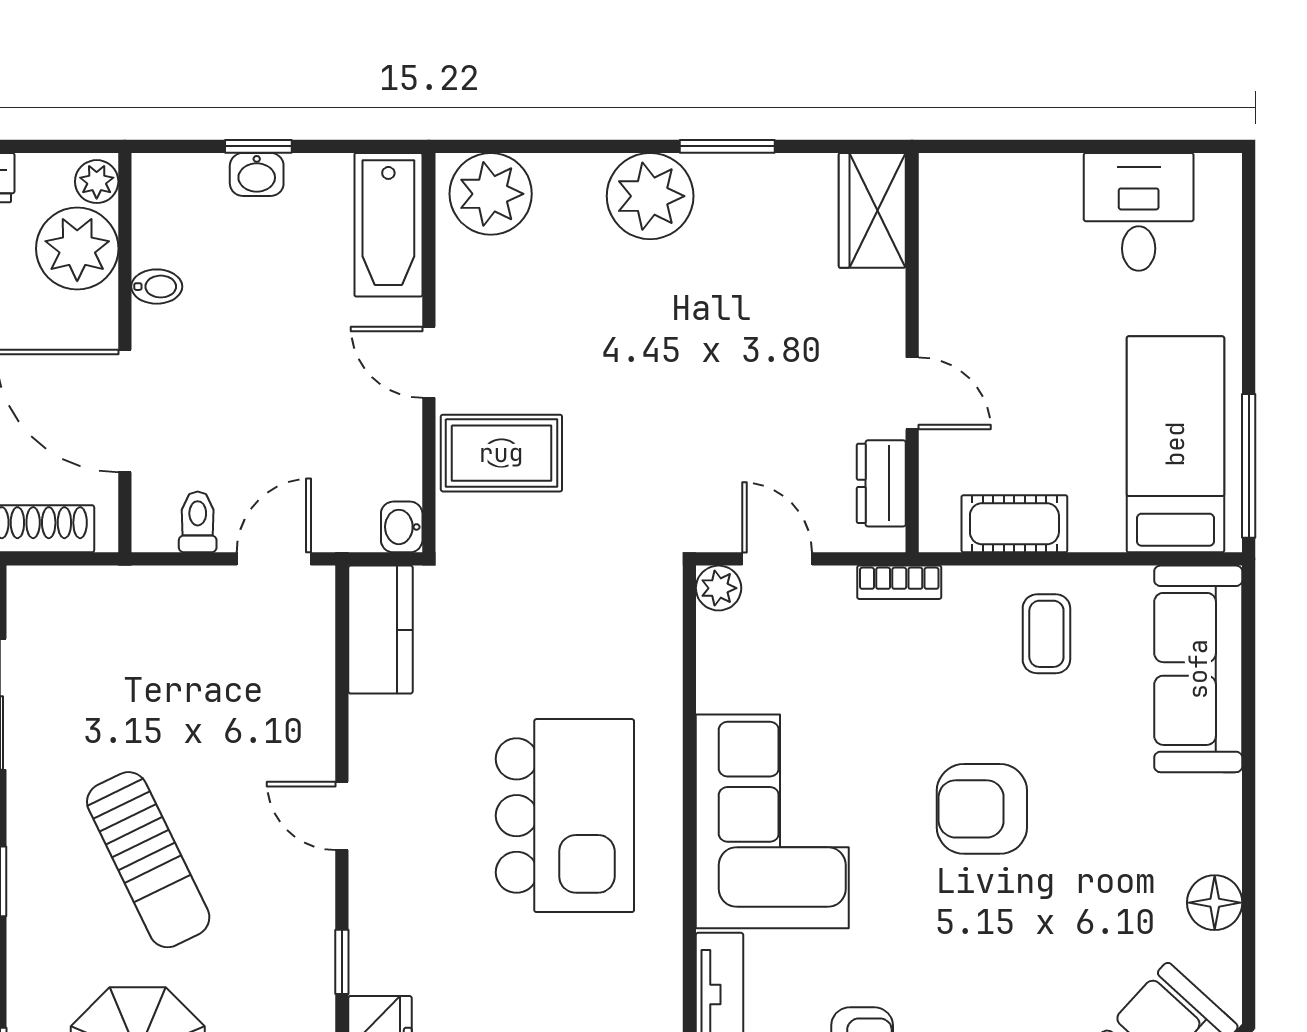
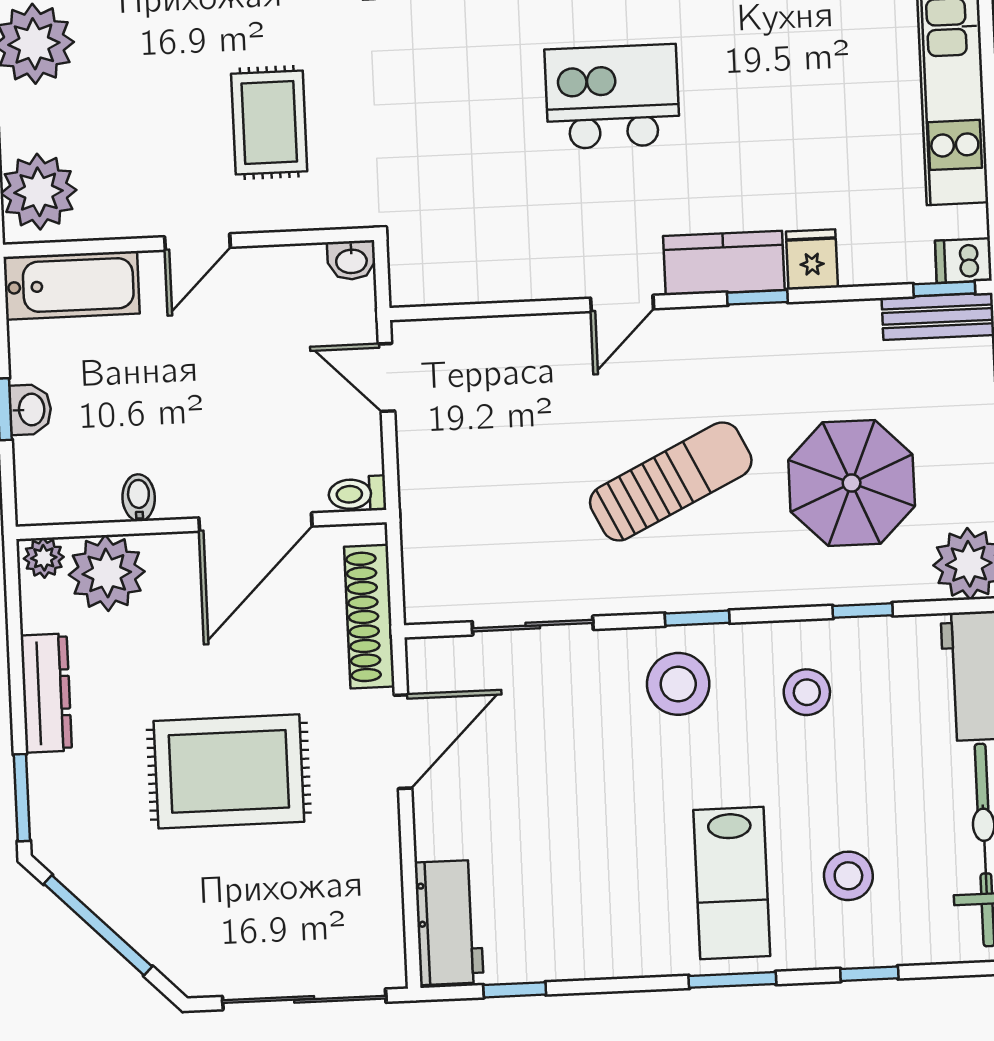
rug: (501, 453) -> (269, 122), moved
toilet: (198, 522) -> (357, 494), moved
kitchen counter: (381, 630) -> (724, 263), moved
kitchen island: (565, 816) -> (612, 97), width x0.73, depth x0.78

